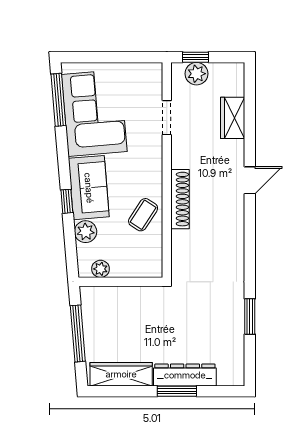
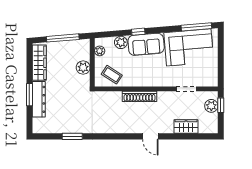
coffee table: (143, 215) -> (112, 75), moved
plant: (129, 298) -> (83, 68), added

